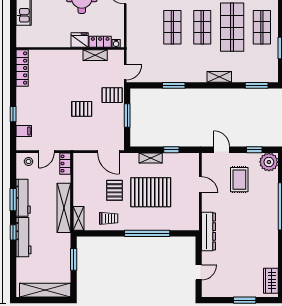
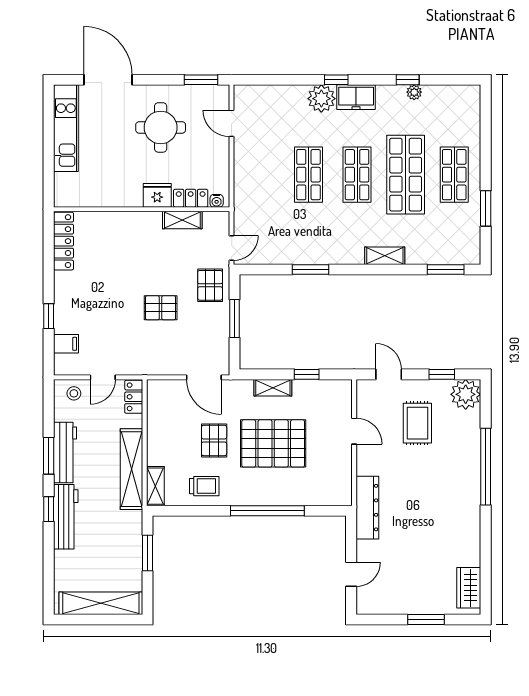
pallet: (112, 95) -> (210, 285), turned 90

